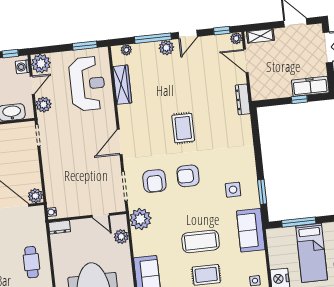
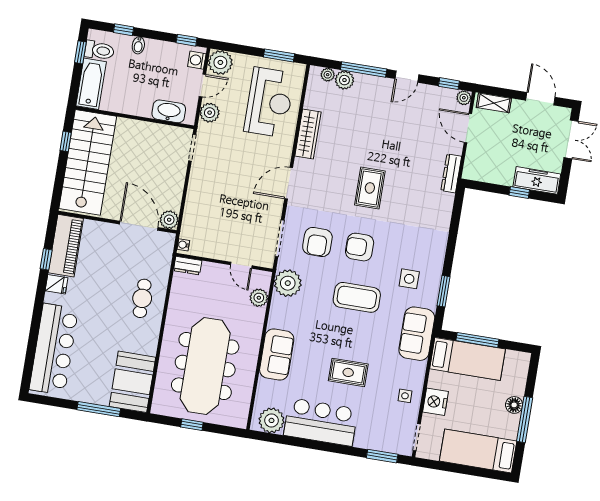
plant: (166, 48) -> (344, 80), moved
wardrobe: (122, 85) -> (308, 134), moved
coffee table: (201, 241) -> (357, 297), moved
bed: (312, 253) -> (468, 359), moved, turned -90

